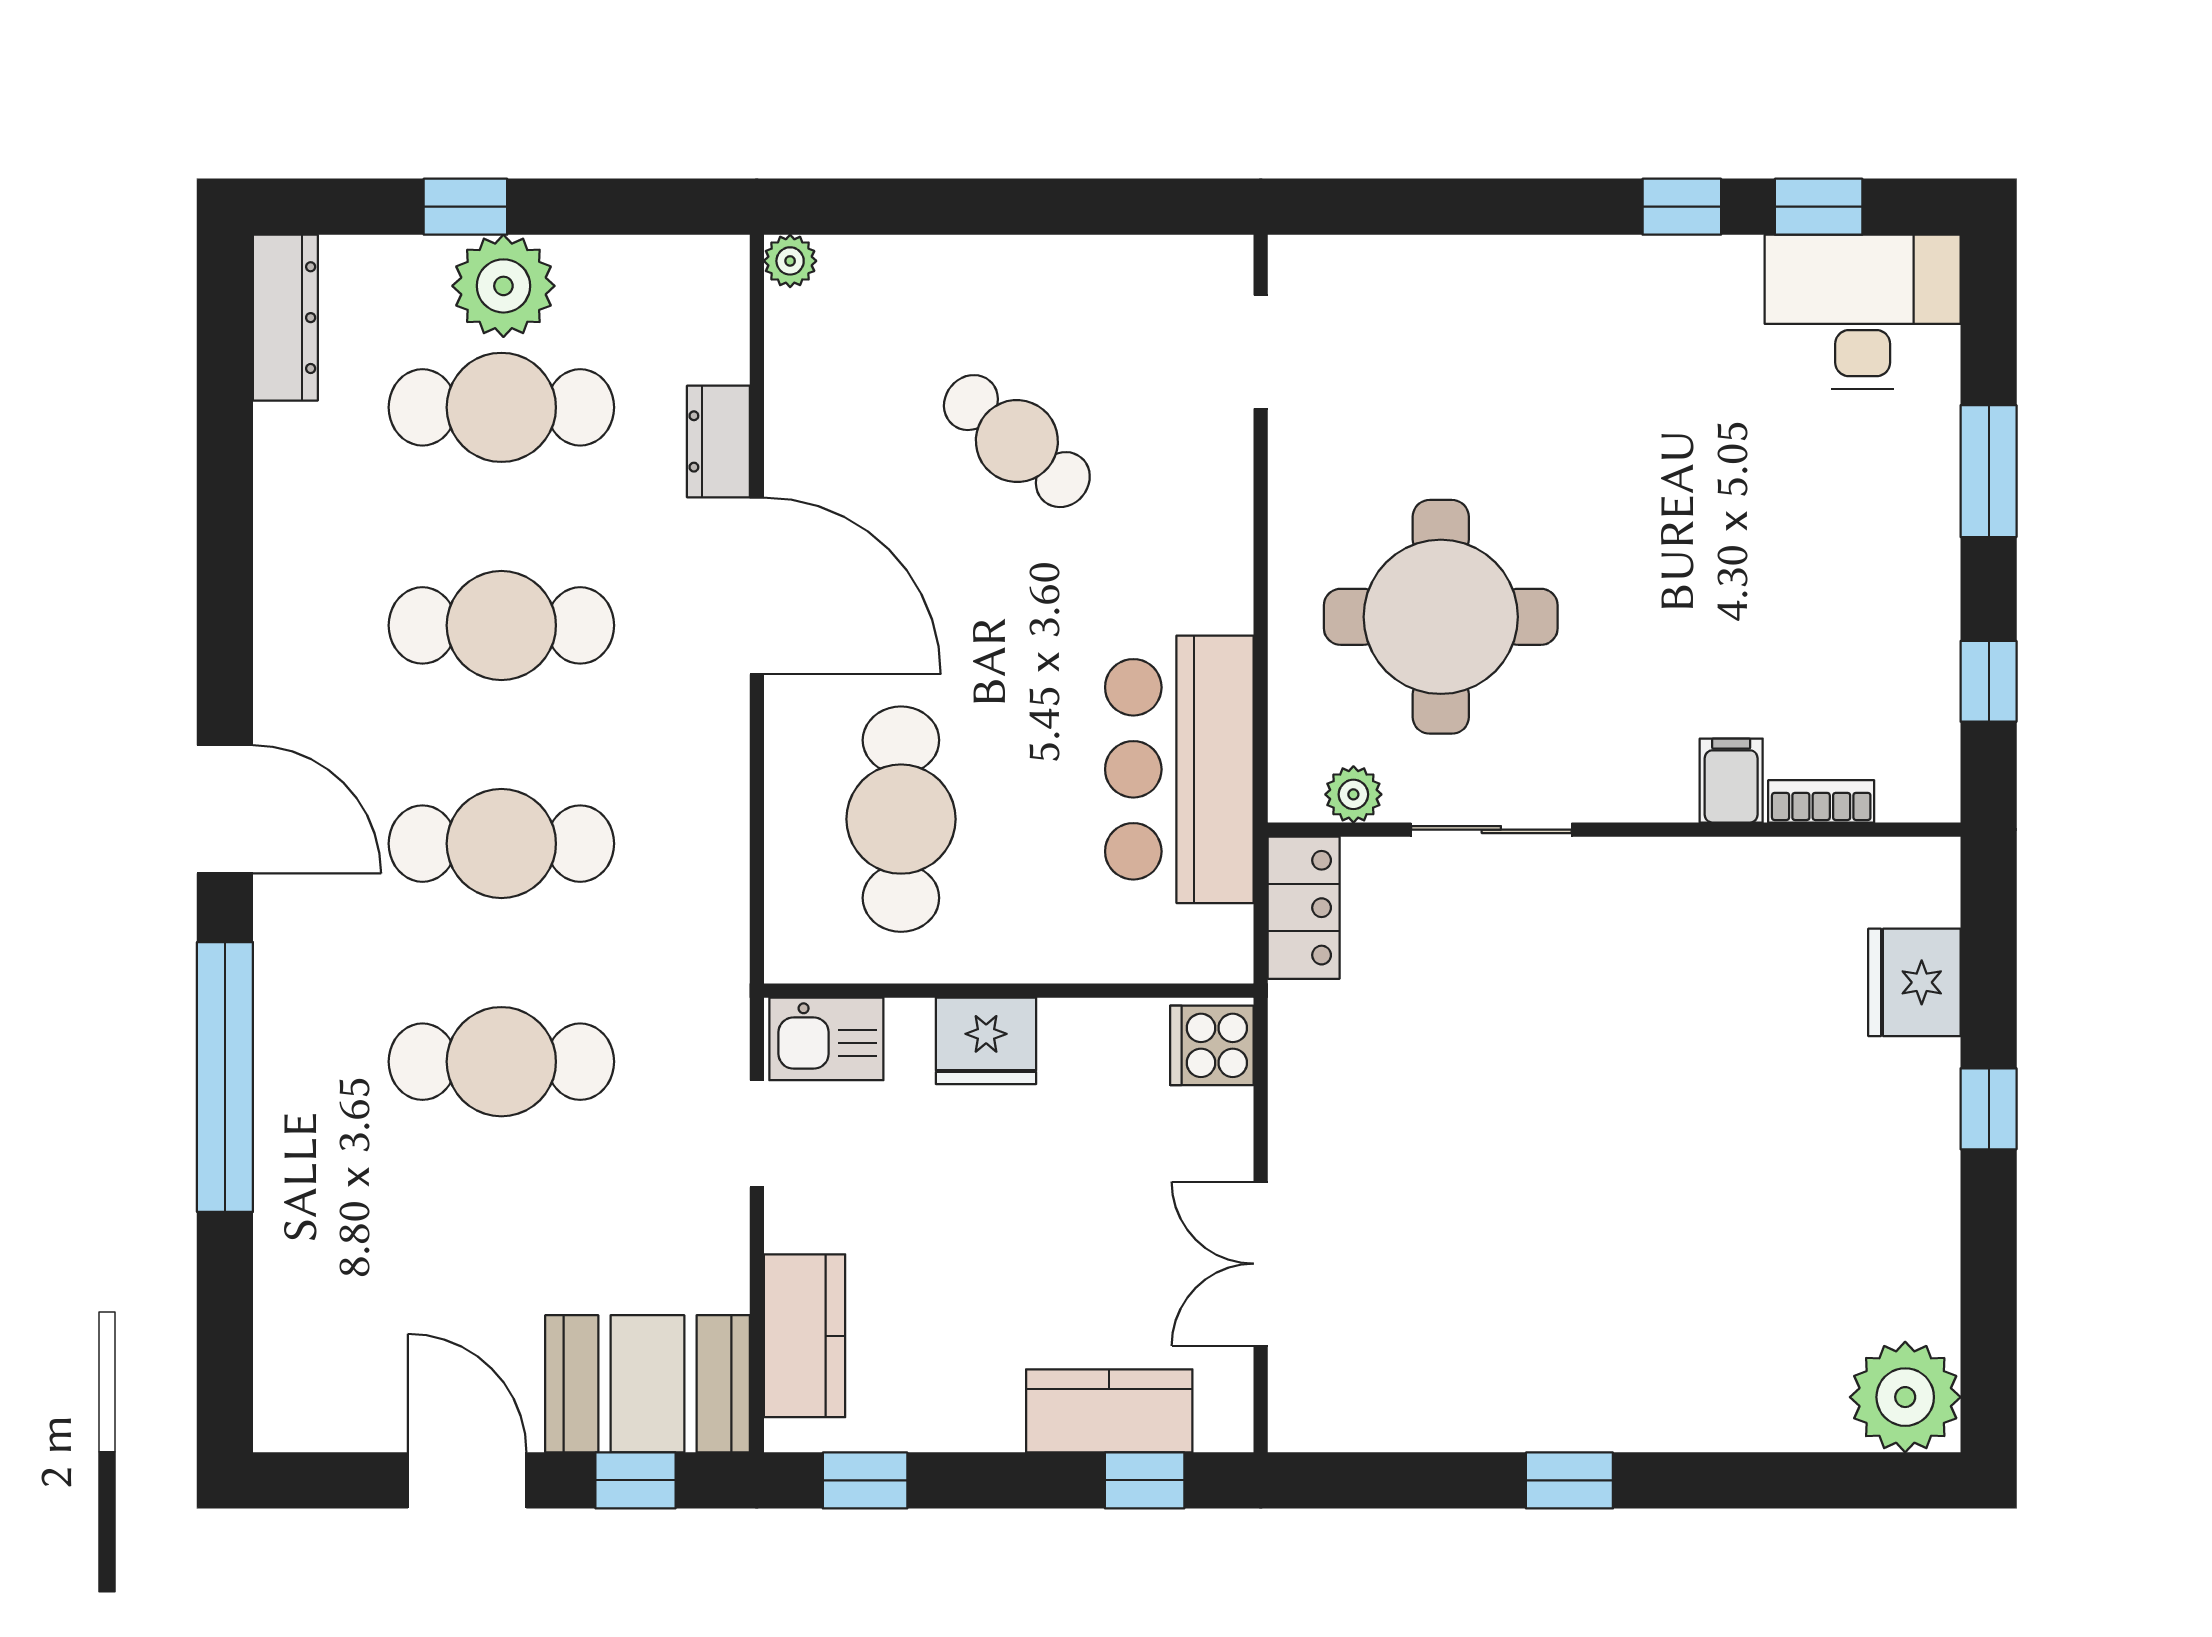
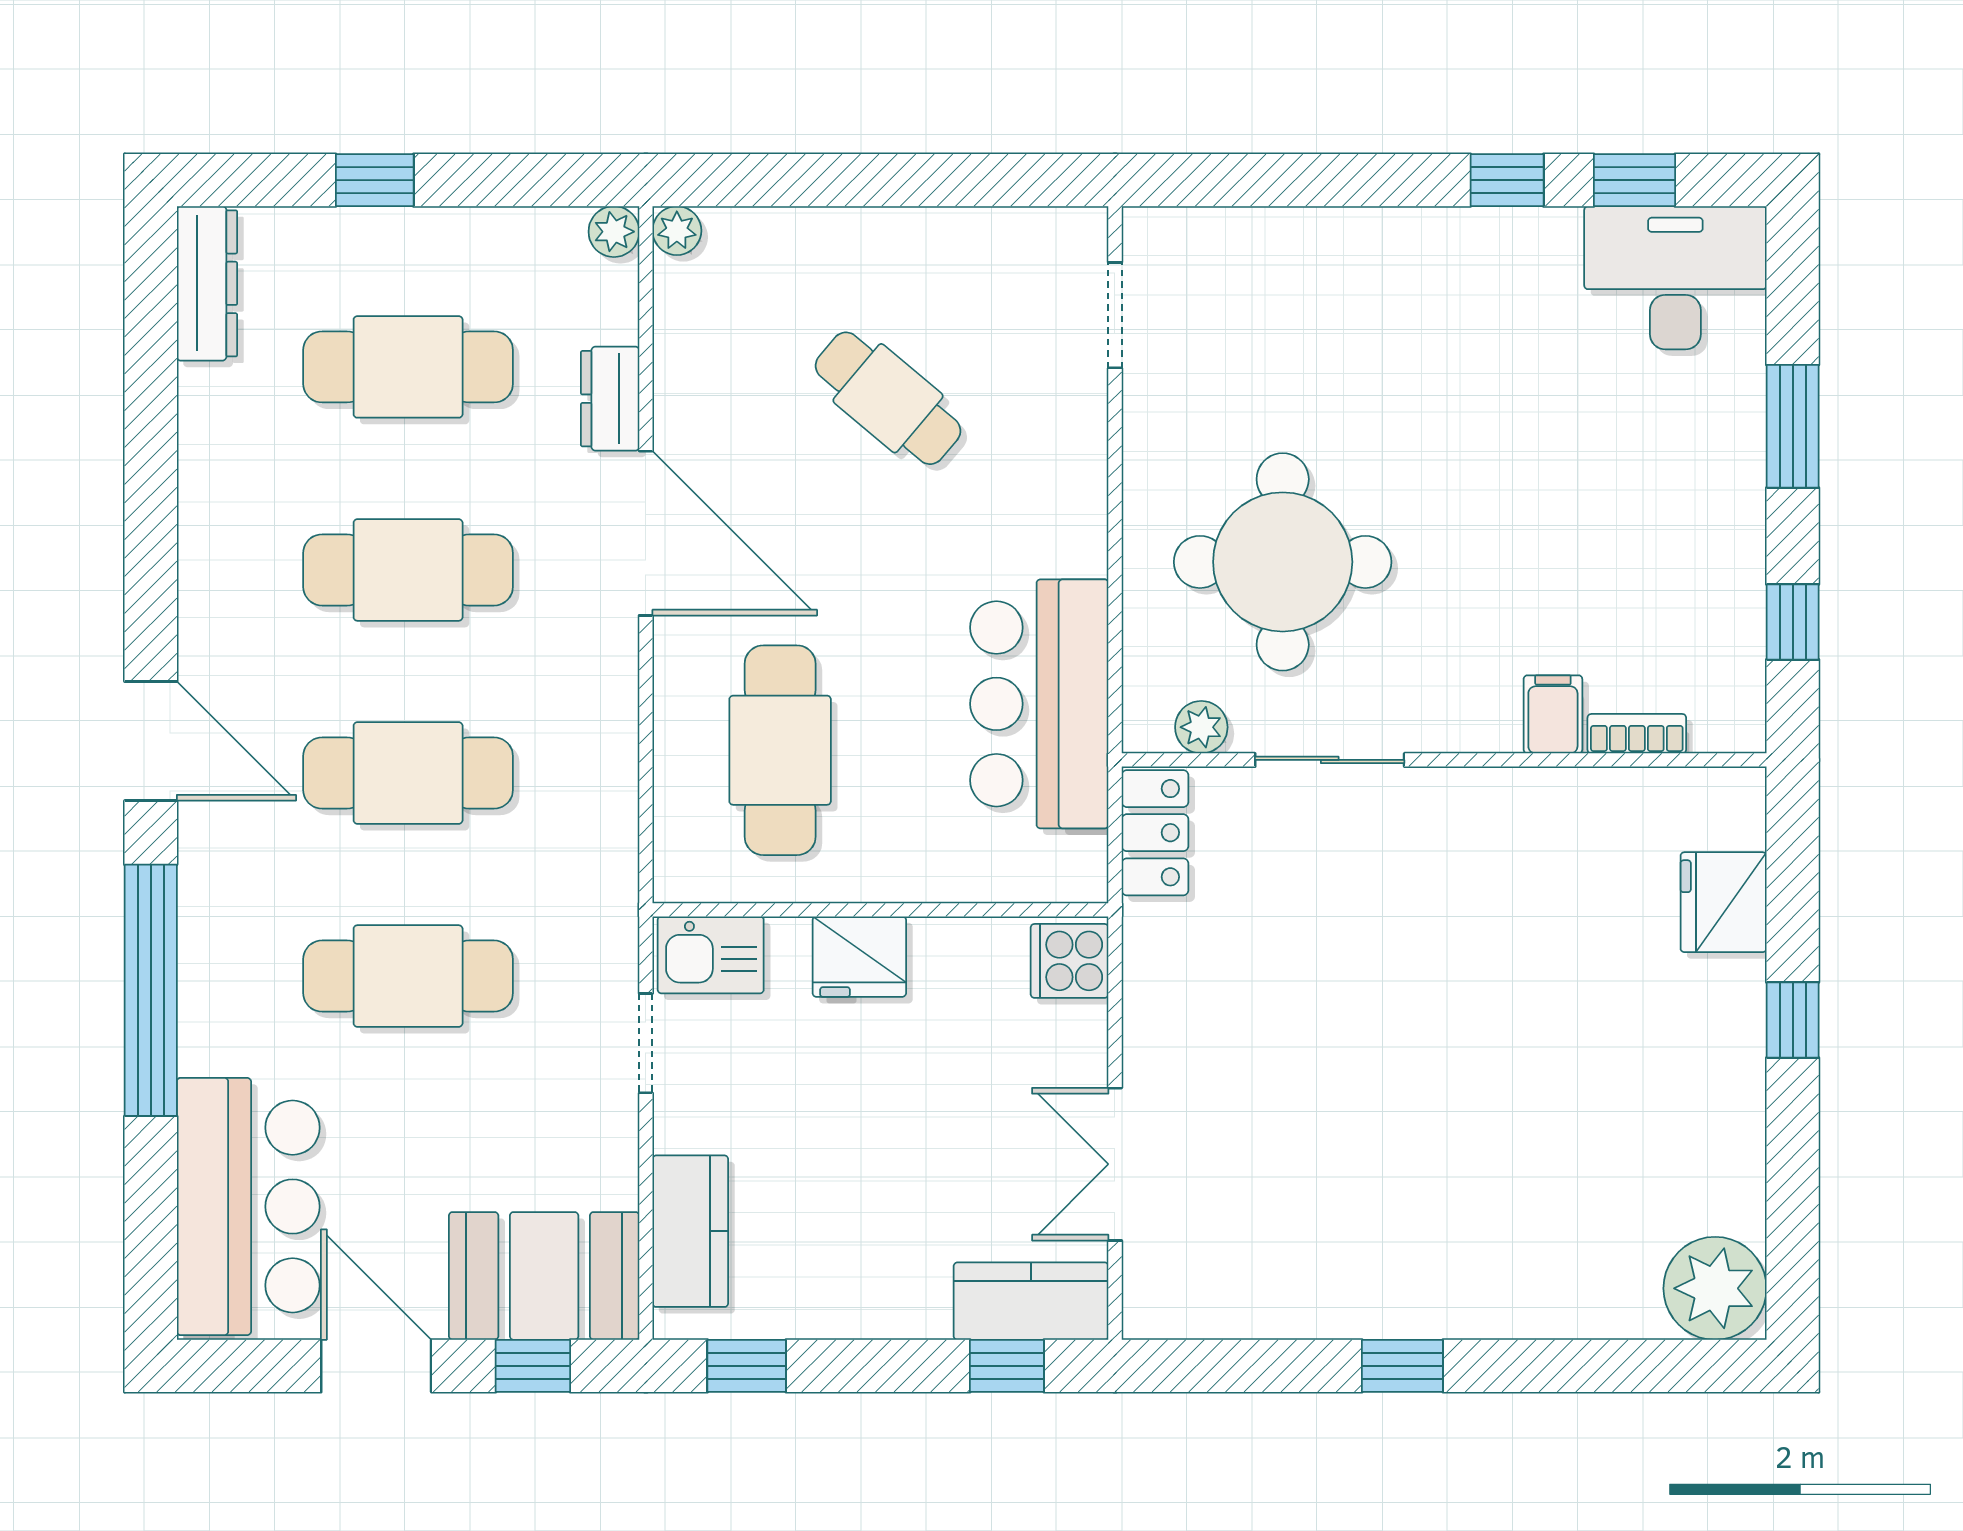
plant: (503, 286) -> (614, 232), moved, width x0.53, depth x0.53
bar counter: (330, 1309) -> (248, 1207), added
kitchen counter: (1109, 1411) -> (1031, 1301), moved

